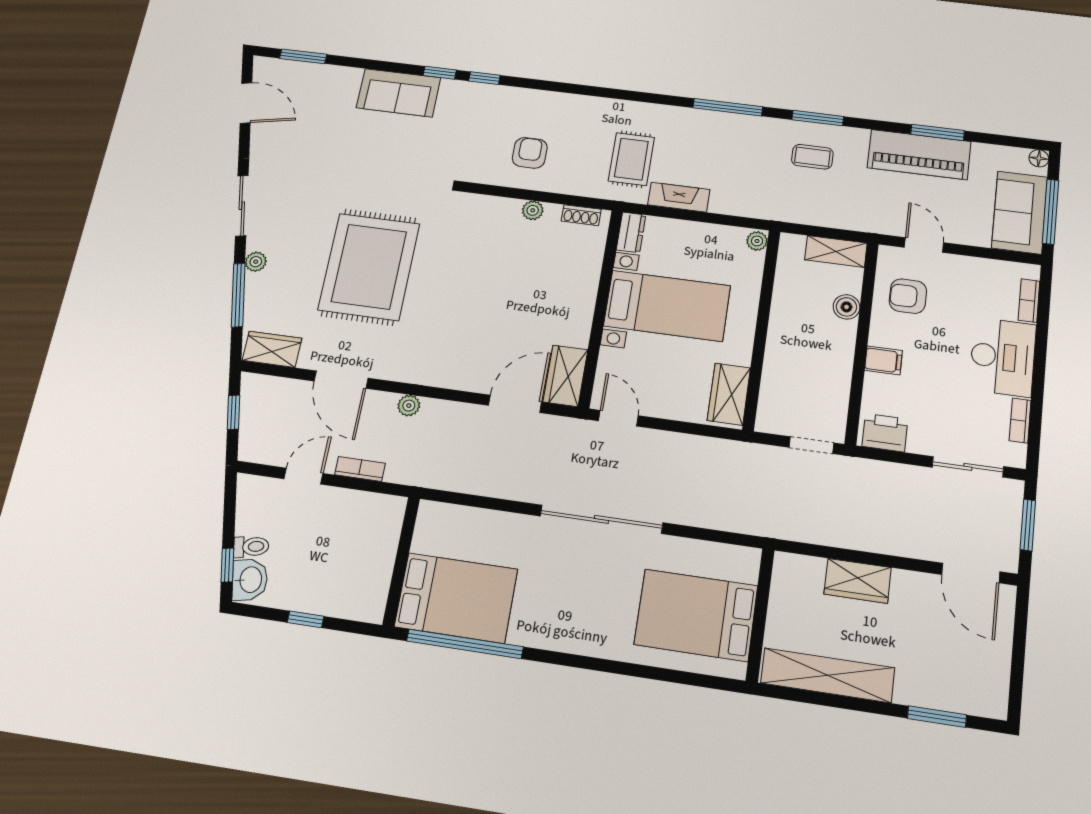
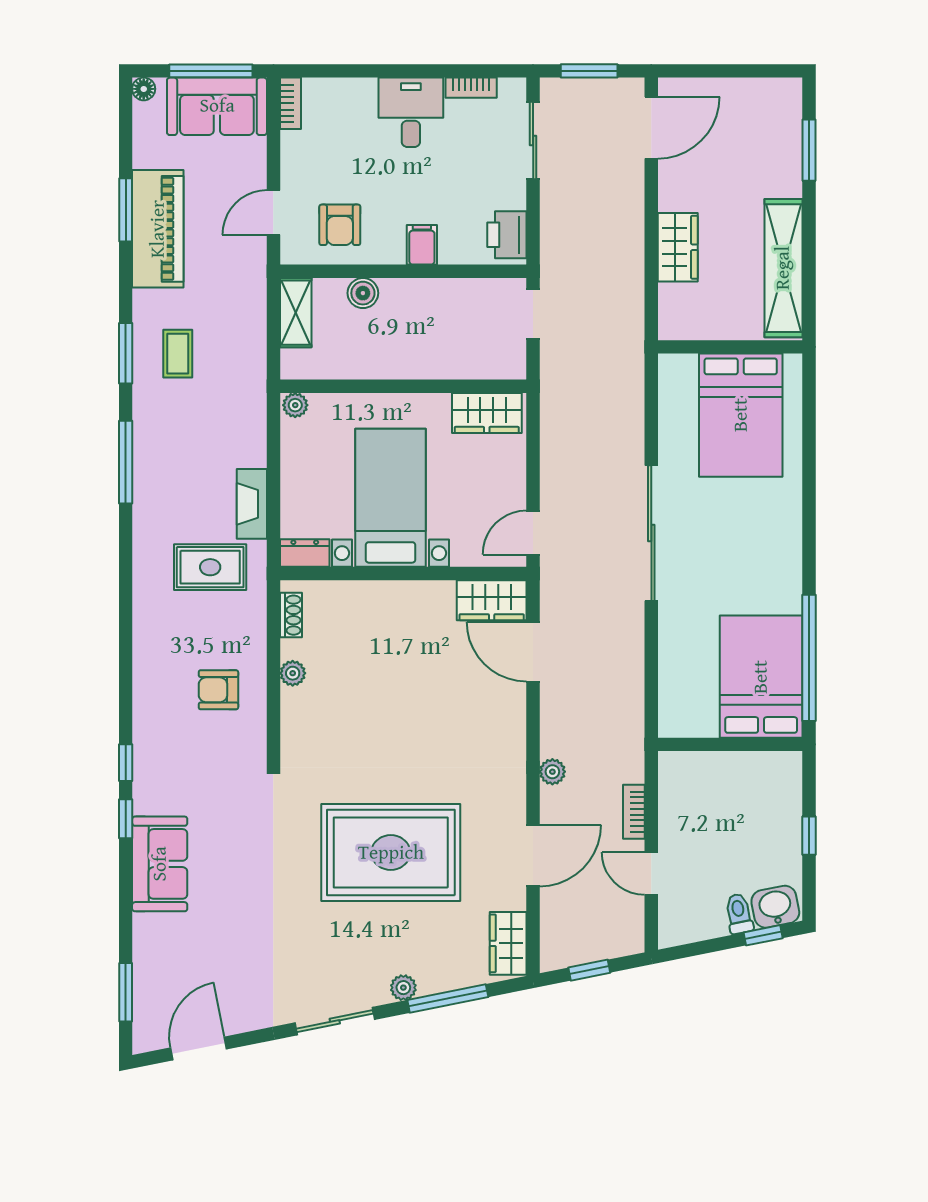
bookcase: (1029, 301) -> (290, 103), moved, turned -90
desk: (1003, 357) -> (411, 112), width x0.73

